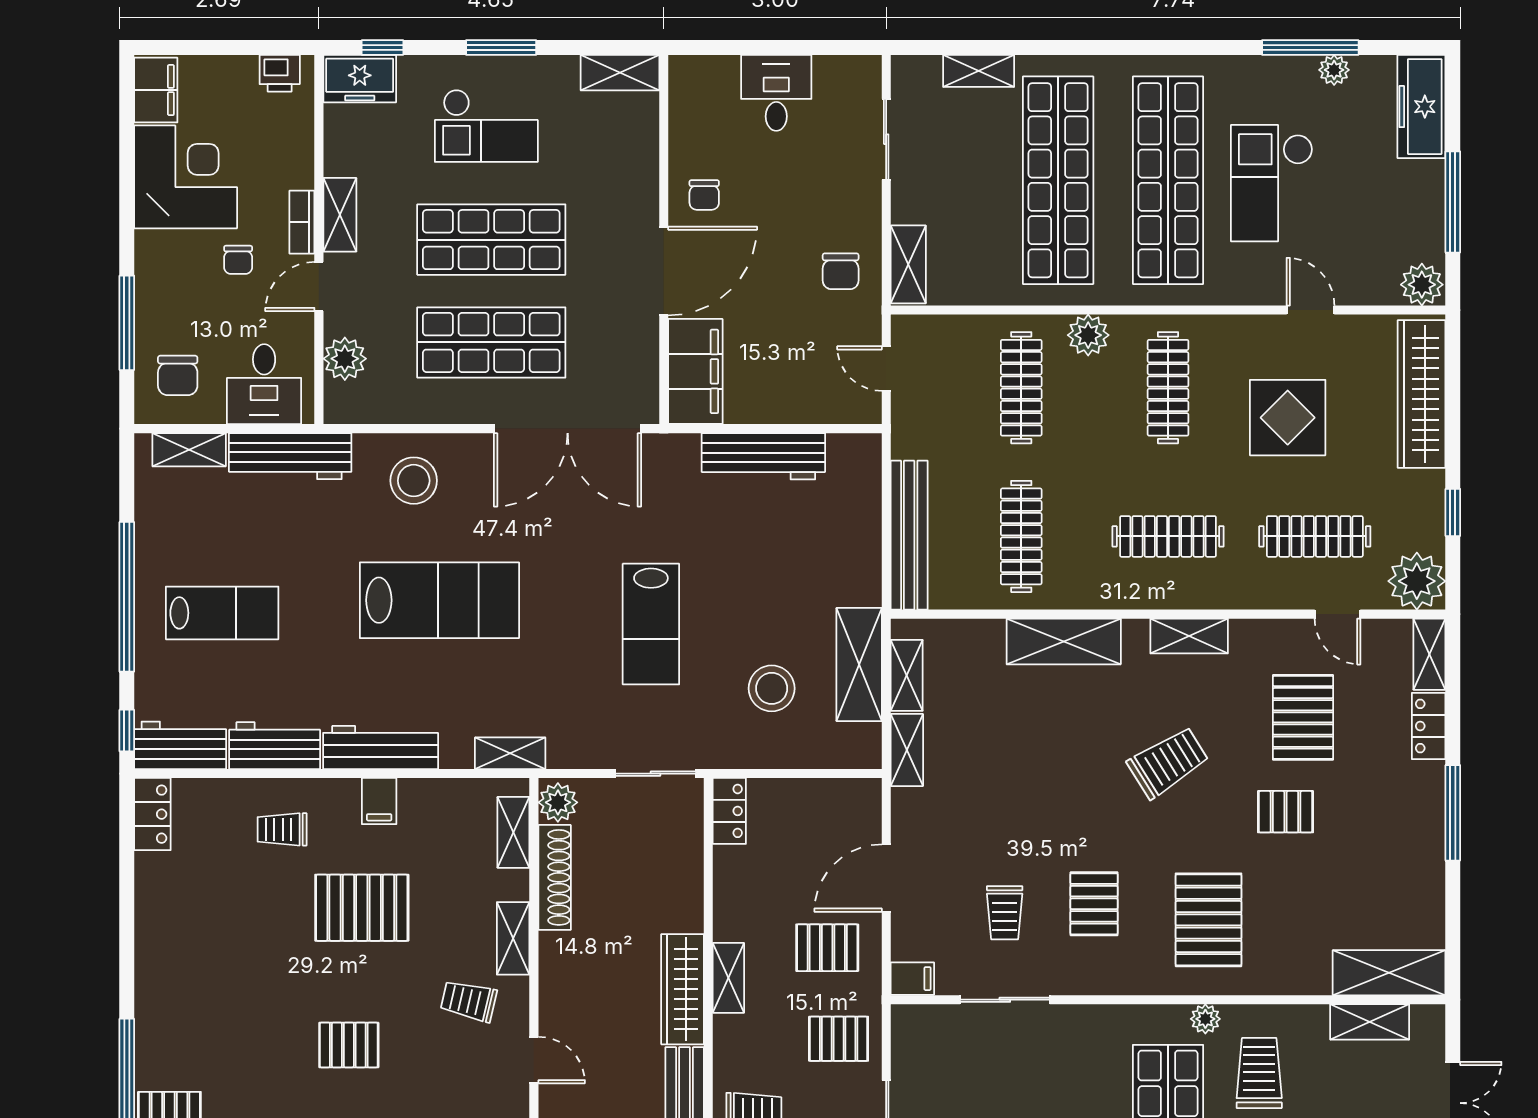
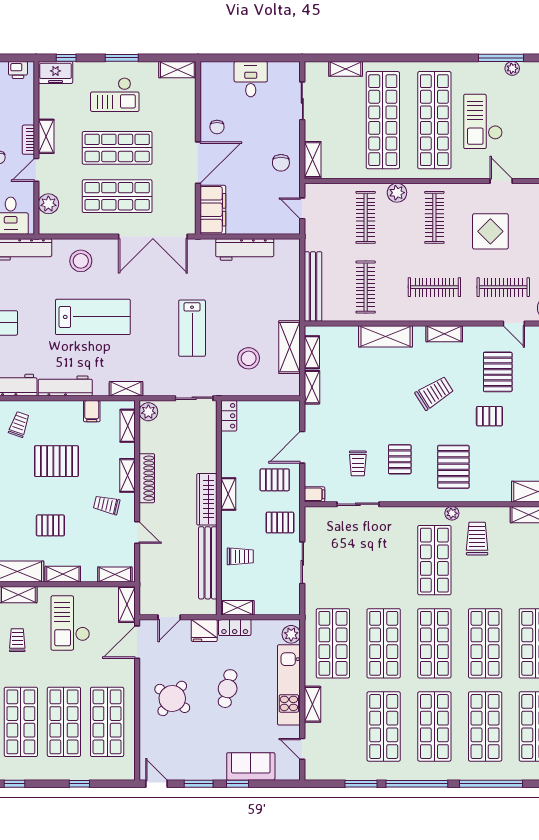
filing cabinet: (379, 801) -> (92, 411), moved
trolley: (282, 829) -> (19, 424), turned 109
shoe rack: (555, 877) -> (147, 478), moved

